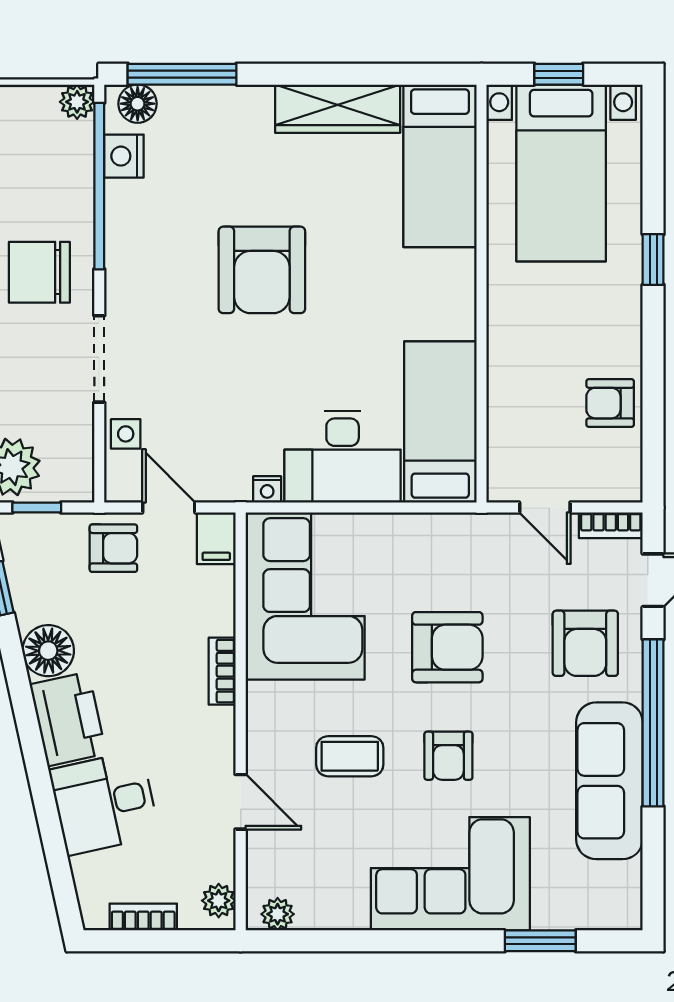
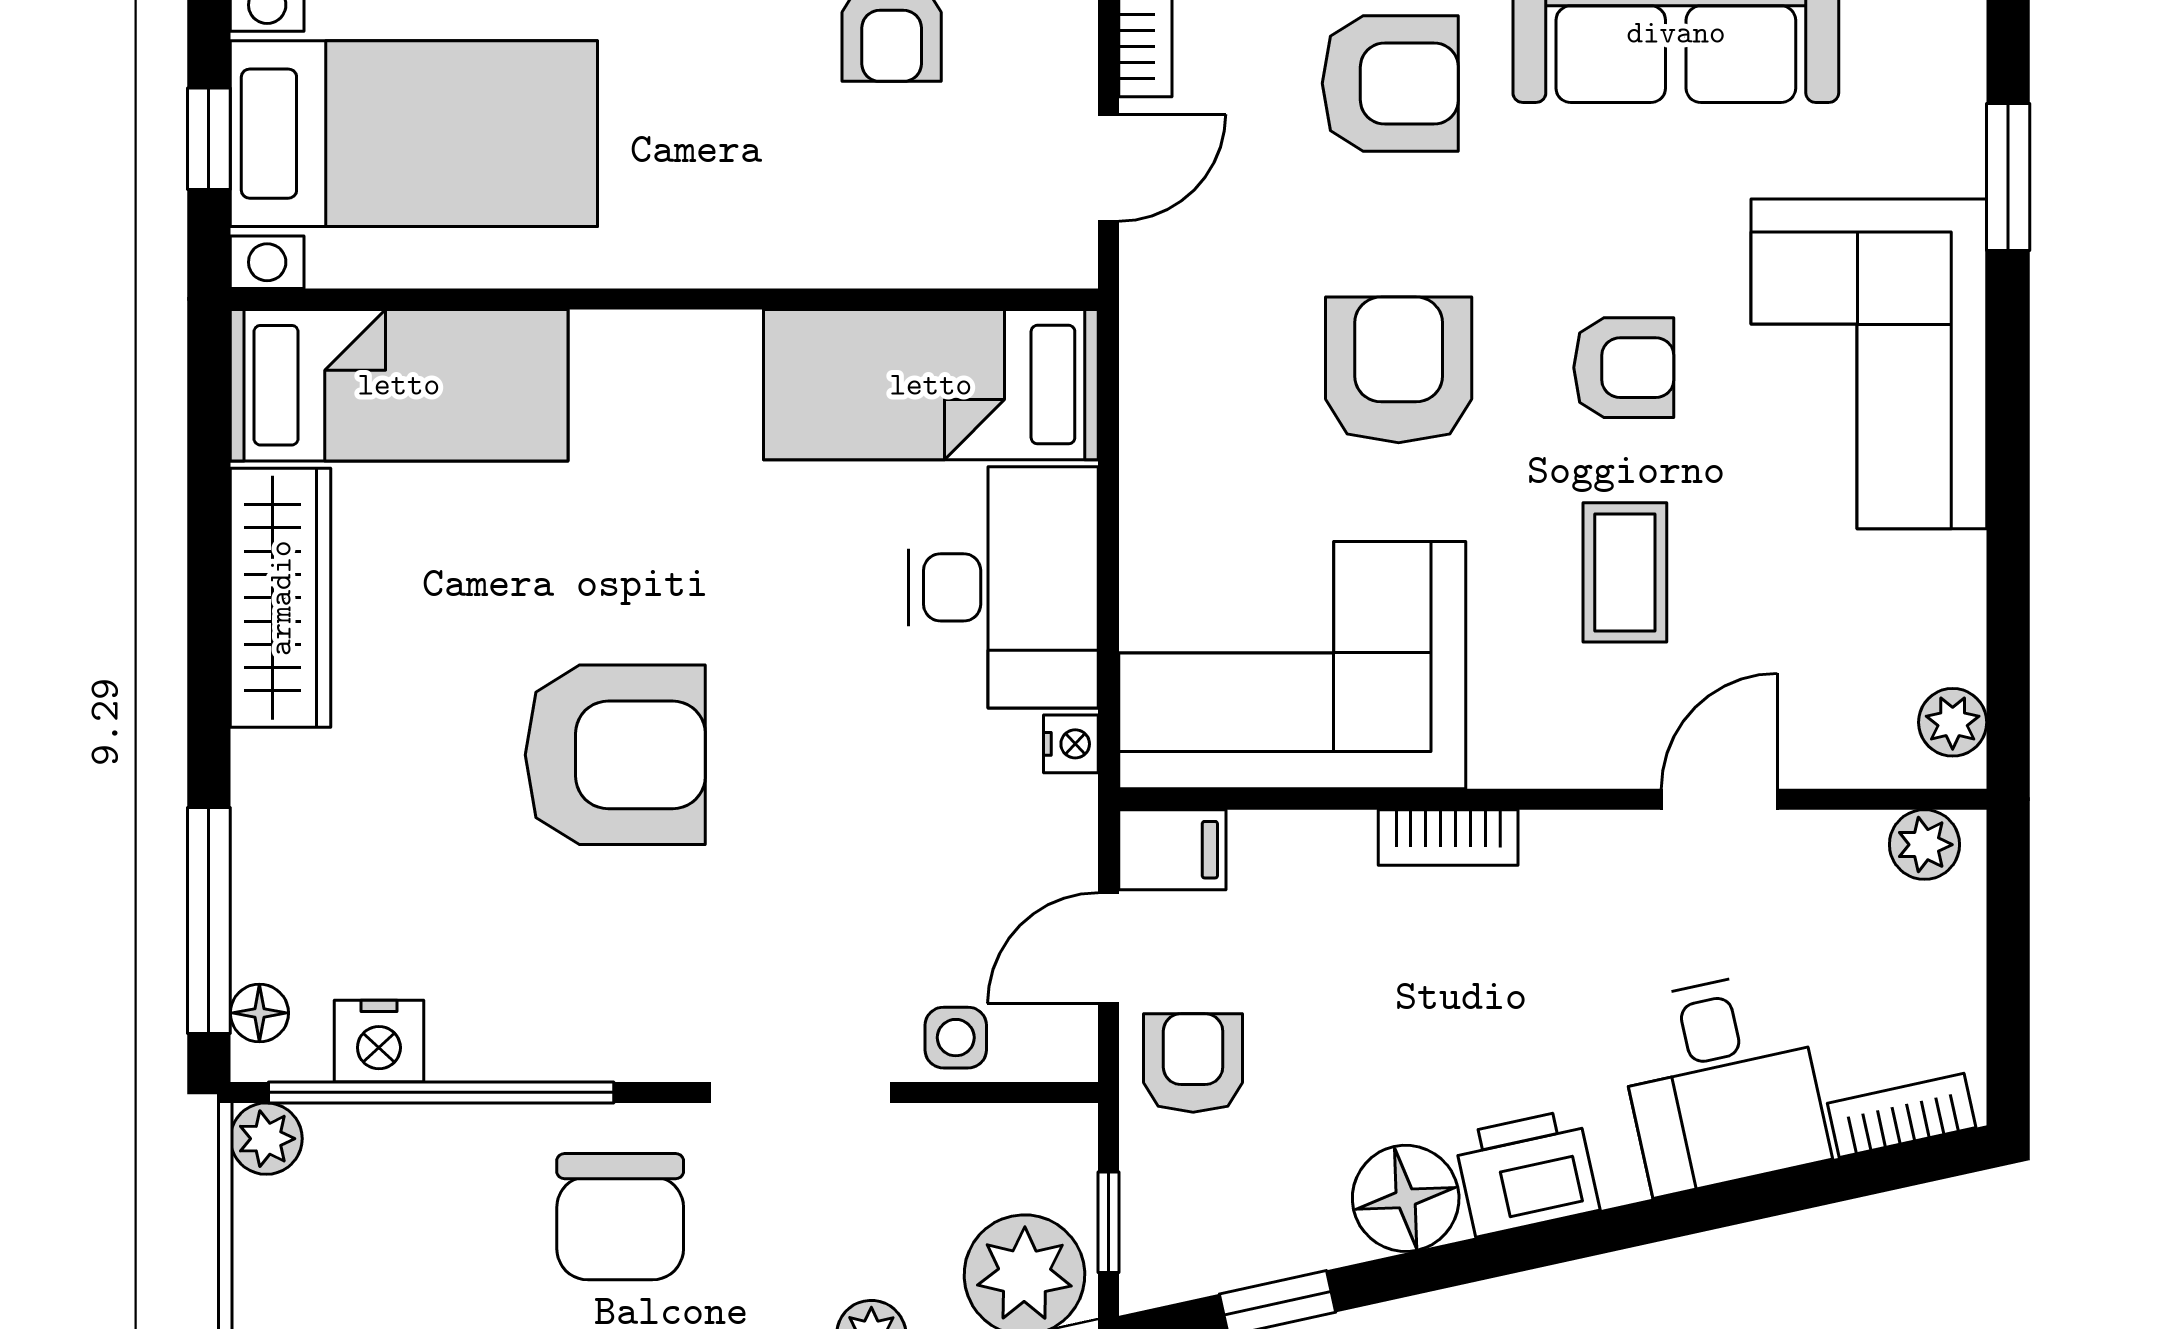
floor lamp: (138, 104) -> (259, 1013), width x0.73, depth x0.73
printer: (68, 719) -> (1527, 1173), width x0.73, depth x0.84
bookcase: (143, 917) -> (1902, 1115), moved, turned 78

